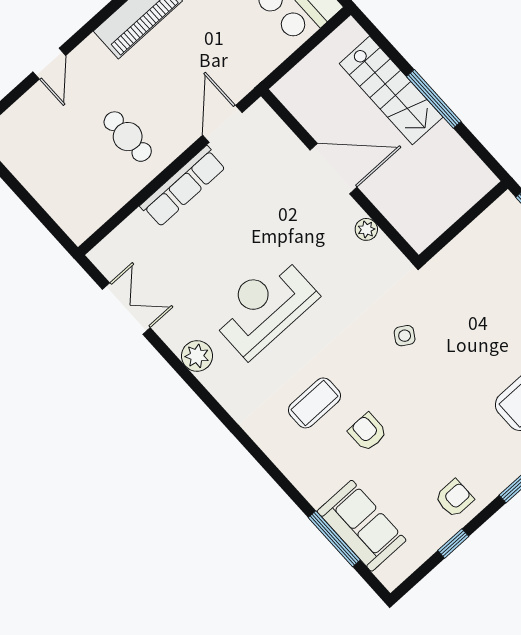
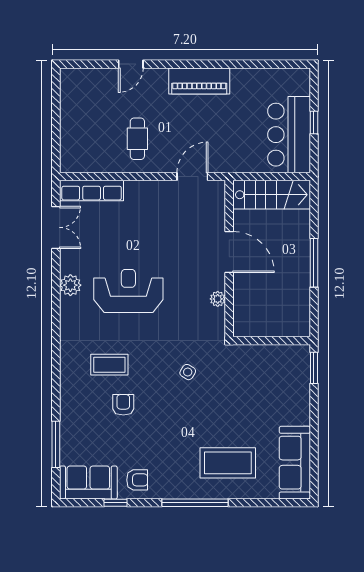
stairs: (391, 90) -> (272, 195), moved, turned -90
row of seats: (183, 186) -> (92, 191), moved
sofa: (362, 526) -> (88, 482), moved, turned -90

